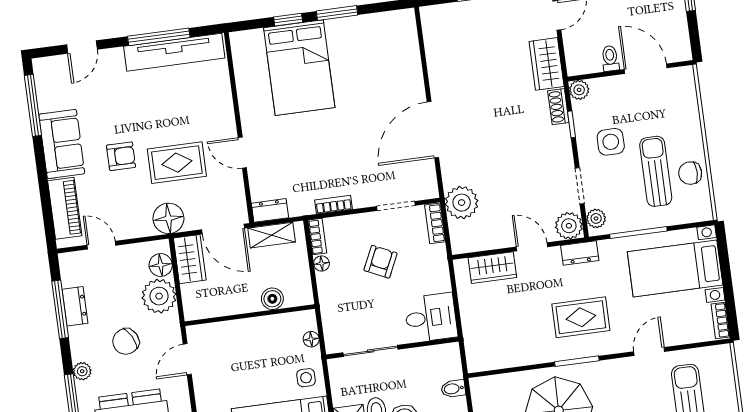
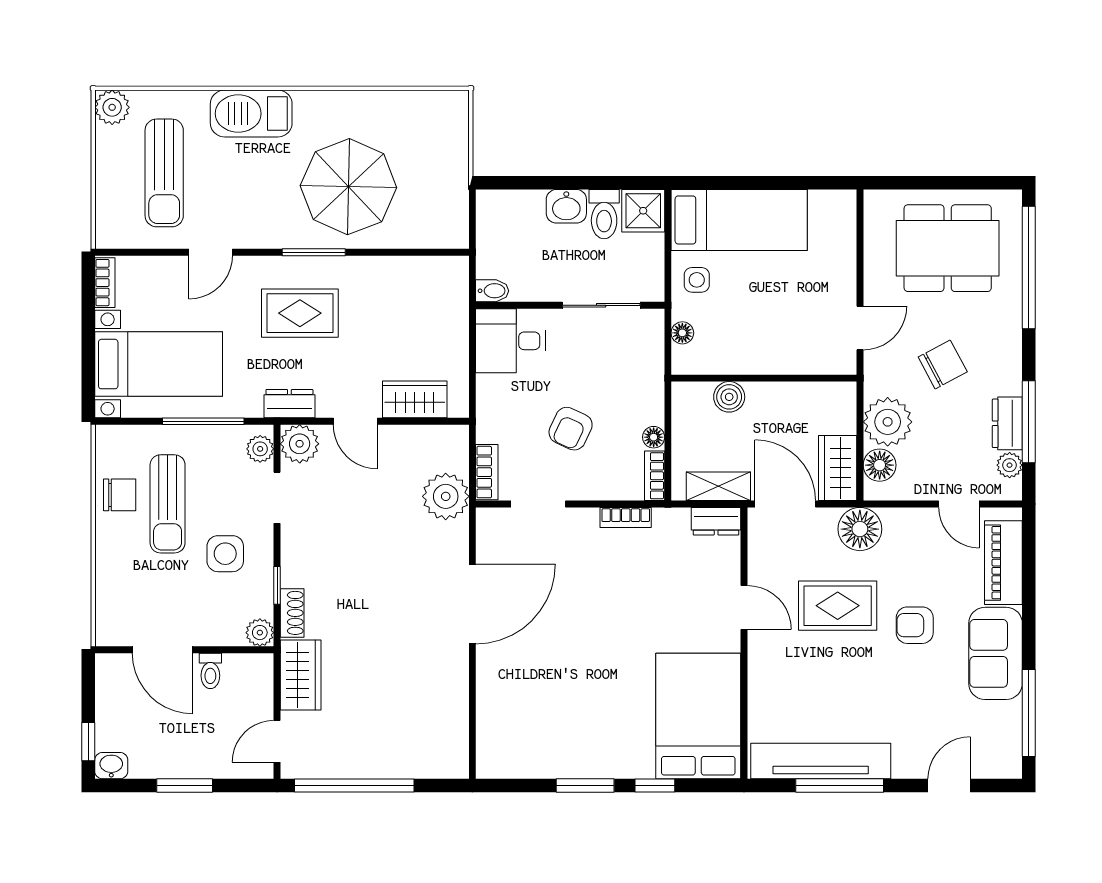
bed: (299, 68) -> (698, 716), moved
plant: (82, 371) -> (1010, 465), moved
bidet: (453, 389) -> (492, 291), moved

